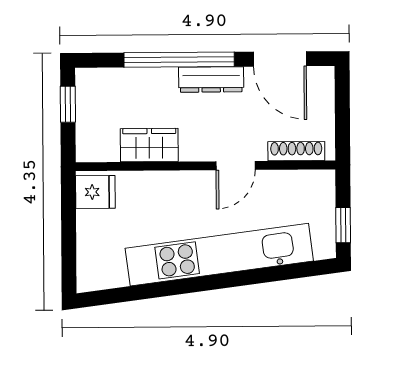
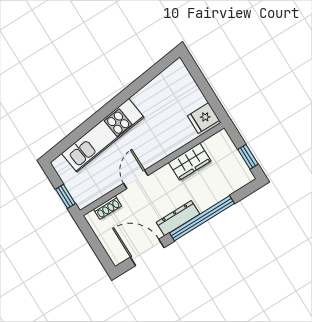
shoe rack: (296, 151) -> (107, 208), width x0.70
window: (343, 225) -> (66, 196), moved
kitchen unit: (219, 255) -> (103, 135), width x0.73

